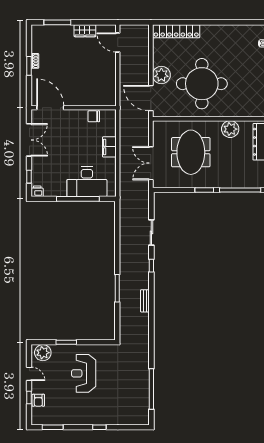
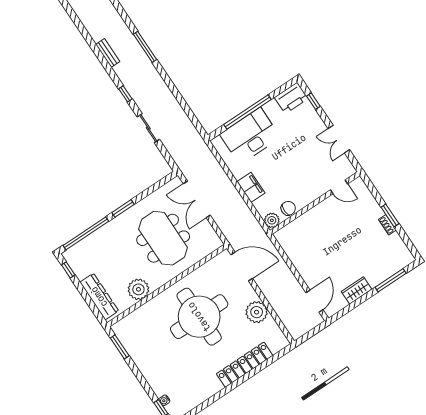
locker: (176, 31) -> (245, 365), moved
door: (118, 42) -> (314, 301), hinge flipped
plant: (161, 75) -> (257, 312), moved
door: (50, 108) -> (339, 187), width x0.53
plant: (110, 116) -> (272, 220), added
double door: (29, 140) -> (339, 139), width x0.73
double door: (151, 163) -> (197, 199), swing flipped
printer: (37, 191) -> (291, 98), width x1.87, depth x1.48

